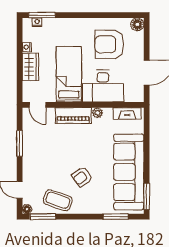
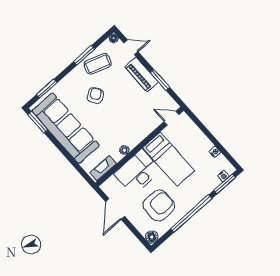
window: (89, 15) -> (191, 213), added
wardrobe: (30, 67) -> (200, 140), removed
piano: (73, 116) -> (142, 74), moved, turned -90
window: (43, 217) -> (84, 55), moved

